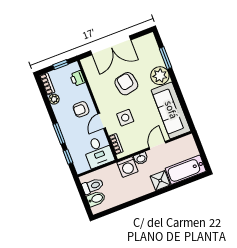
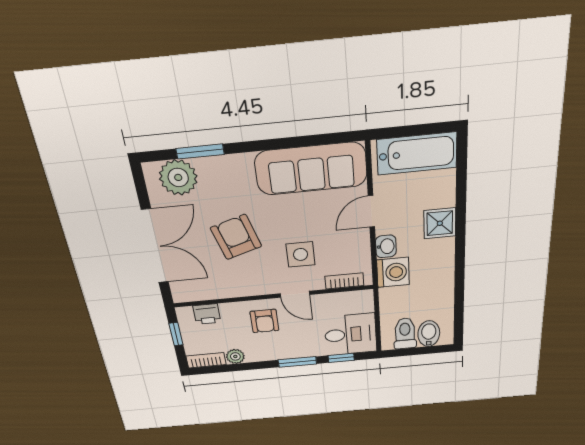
plant: (160, 76) -> (178, 177), moved
armchair: (126, 84) -> (236, 237), turned 84
door: (157, 145) -> (371, 211), hinge flipped
desk: (98, 152) -> (351, 334), moved
bathtub: (186, 170) -> (417, 154), moved, turned -90

